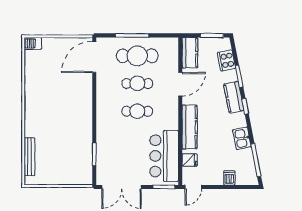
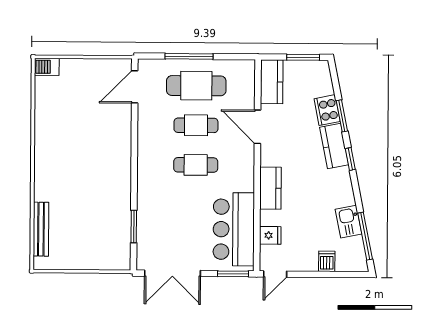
door: (94, 57) -> (135, 87), width x0.73
cooker: (226, 60) -> (327, 110), moved
door: (180, 84) -> (258, 127), swing flipped
kitchen counter: (190, 127) -> (270, 188), width x0.67
kitchen sink: (242, 138) -> (349, 222), moved

